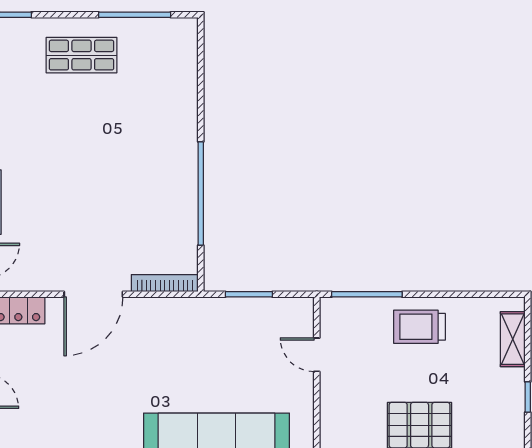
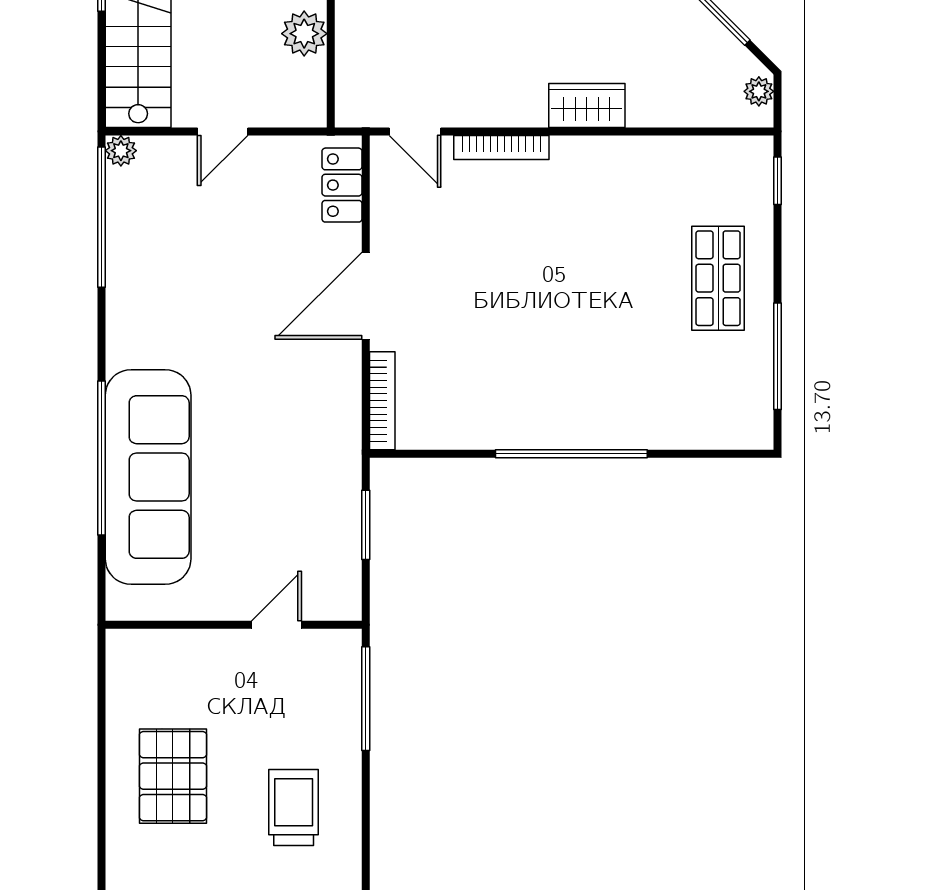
window: (201, 193) -> (571, 454), moved
door: (93, 294) -> (366, 296), hinge flipped
trolley: (419, 327) -> (294, 808), moved

